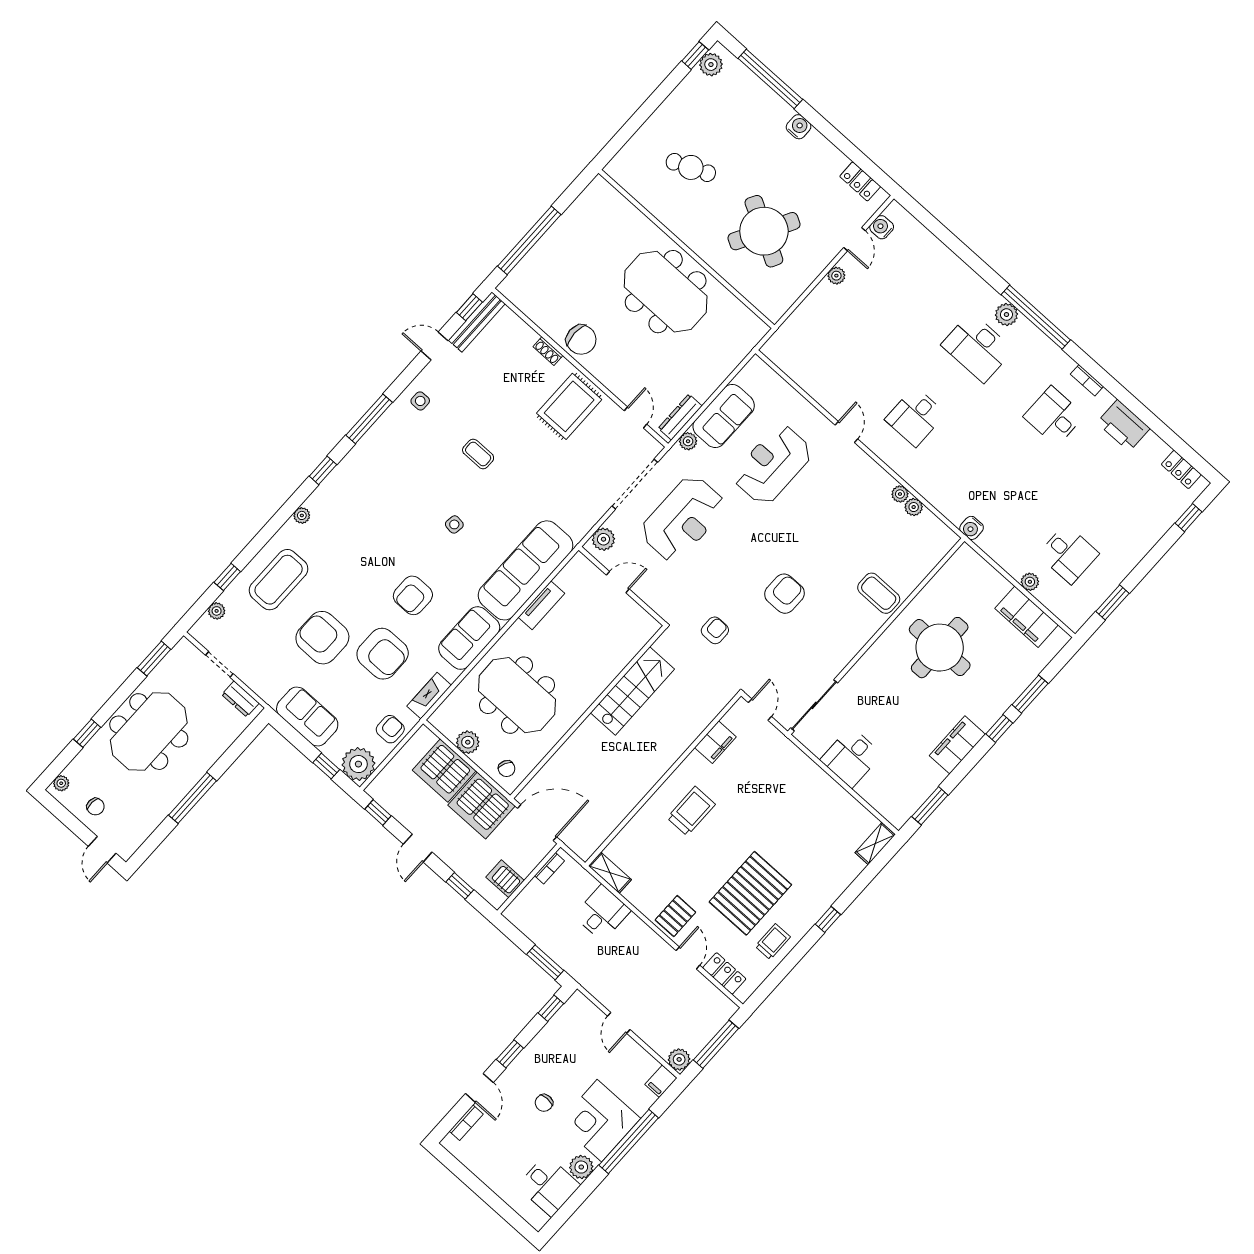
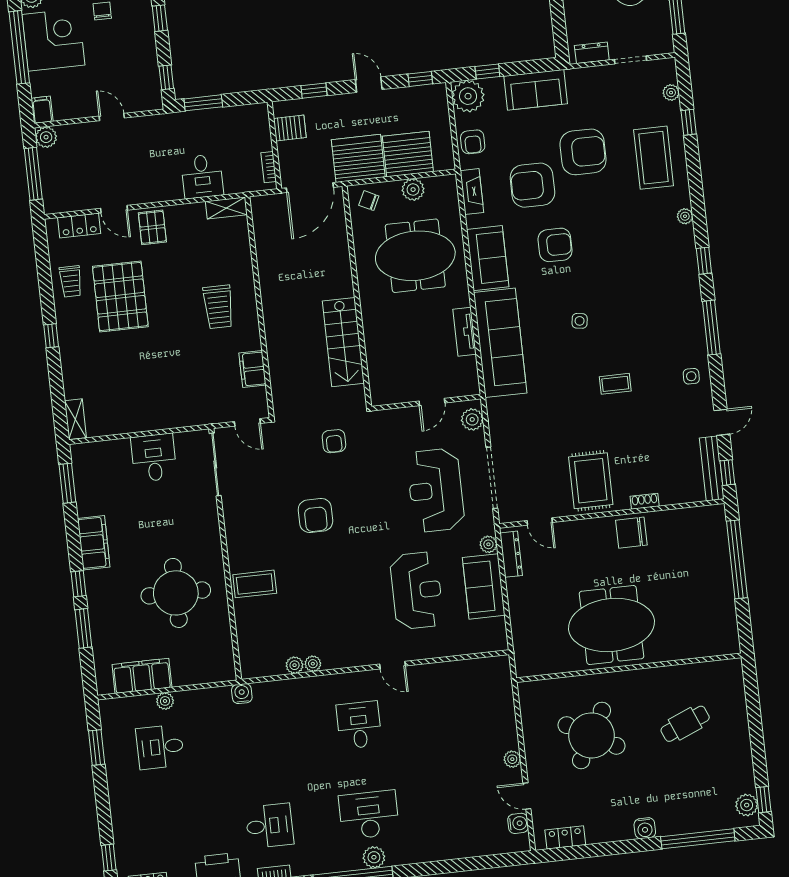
armchair: (413, 595) -> (555, 245), turned 90

